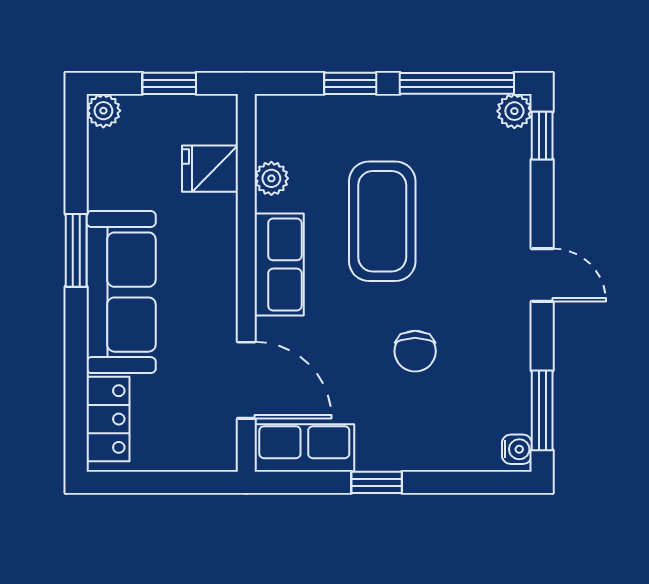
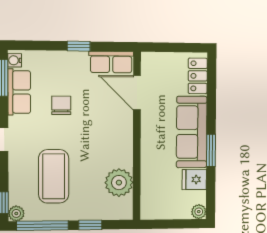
window: (169, 83) -> (170, 224), removed
fridge: (210, 169) -> (194, 179), moved, turned 180
plant: (271, 178) -> (119, 183), width x1.87, depth x1.87
coffee table: (382, 221) -> (54, 176), moved
row of seats: (279, 264) -> (19, 92), moved, turned 180

